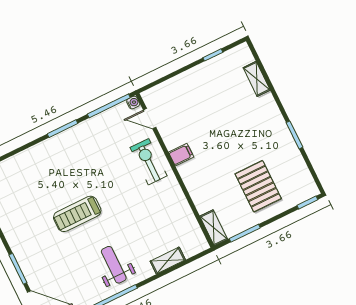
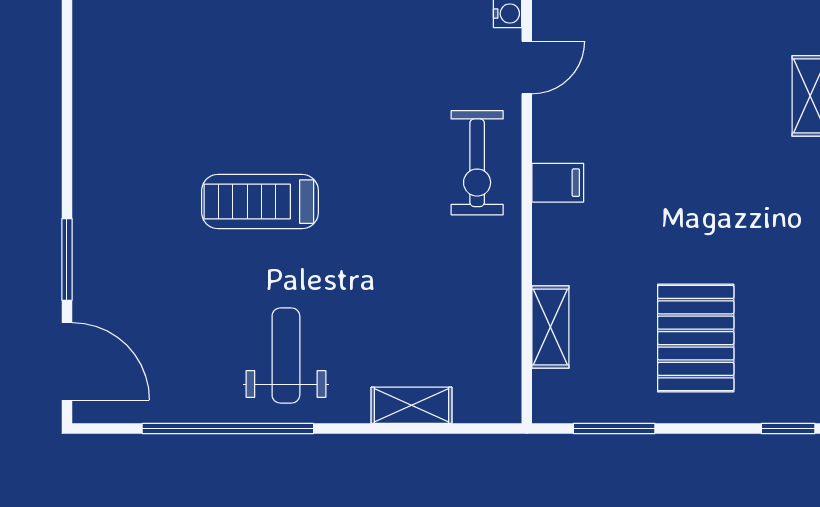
door: (150, 119) -> (527, 68), swing flipped
exercise bike: (149, 162) -> (477, 163), turned 180
shelving: (214, 228) -> (550, 327), moved

